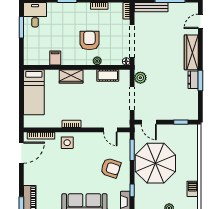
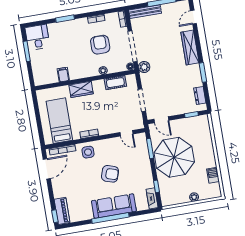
armchair: (89, 41) -> (100, 45), moved
plant: (140, 78) -> (144, 67), moved
dresser: (193, 80) -> (200, 95), moved
bed: (34, 92) -> (59, 121), moved, turned 180
armchair: (111, 168) -> (110, 174), moved

